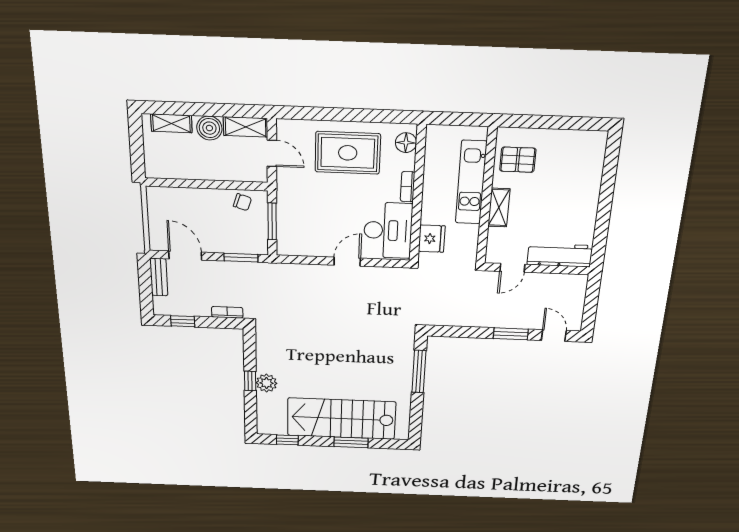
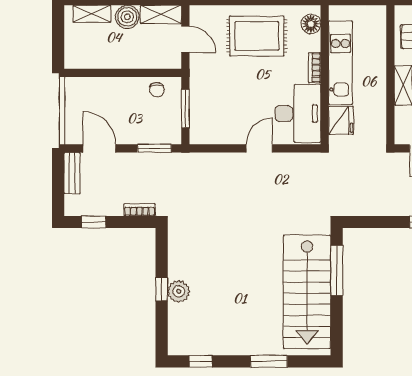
kitchen unit: (471, 182) -> (340, 63), moved, turned 180
chair: (242, 202) -> (157, 90), turned 69
stairs: (341, 419) -> (307, 292), moved, turned -90

